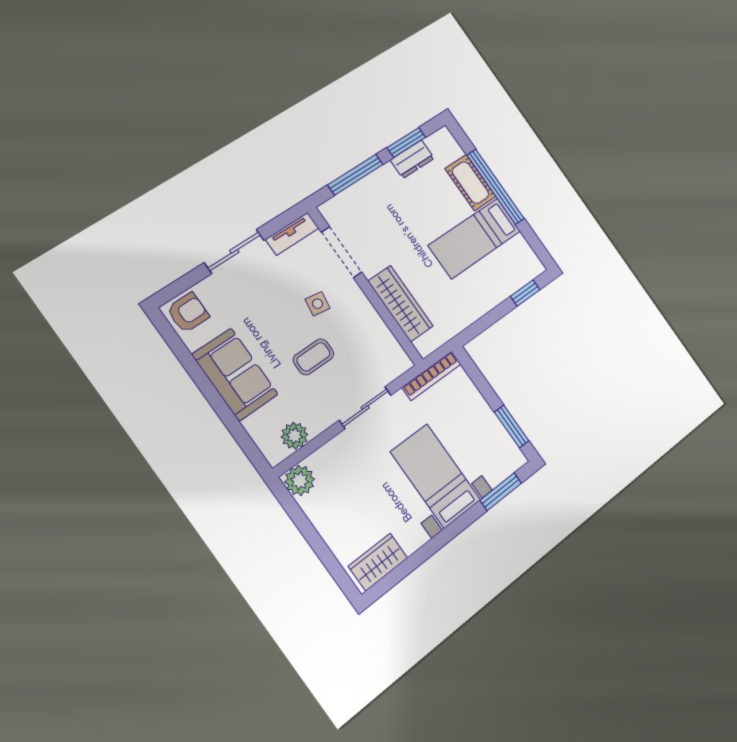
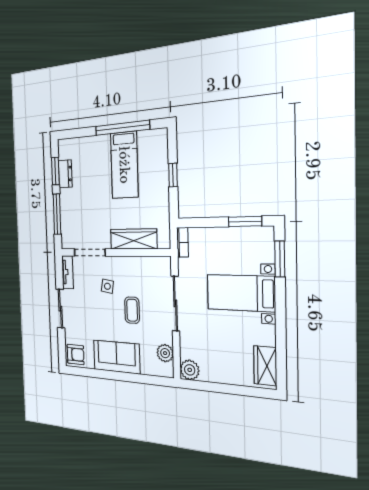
cot: (470, 183) -> (94, 145), removed
window: (496, 187) -> (122, 128), moved
window: (525, 293) -> (173, 175), moved
armchair: (188, 313) -> (76, 354), turned 90
bookcase: (432, 376) -> (183, 242), width x0.64
sliding door: (365, 408) -> (175, 303), width x1.37

